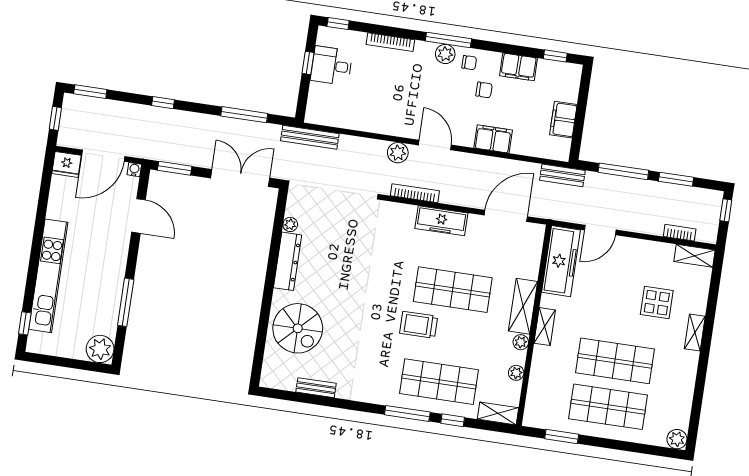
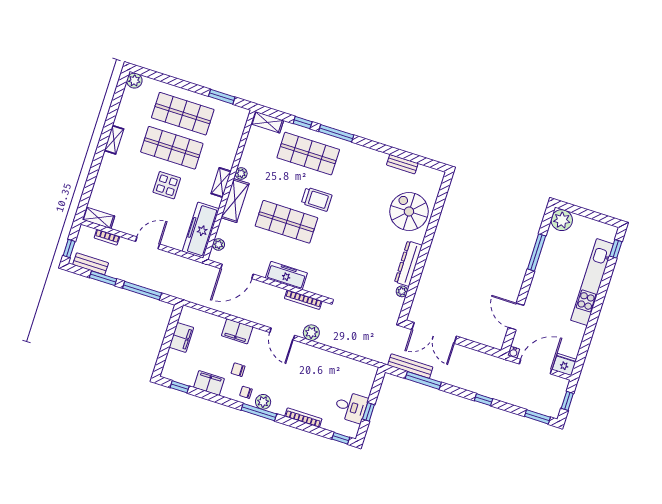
bench: (310, 137) -> (410, 366), moved
window: (175, 168) -> (483, 348), removed
bench: (562, 175) -> (91, 264), moved
door: (600, 230) -> (148, 243), moved
display table: (657, 303) -> (167, 185), moved
shelving: (695, 332) -> (114, 140), moved
plant: (516, 373) -> (218, 245), moved

